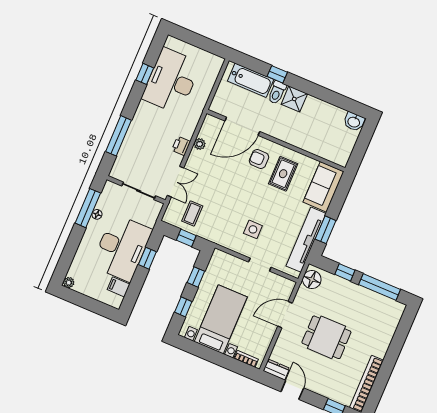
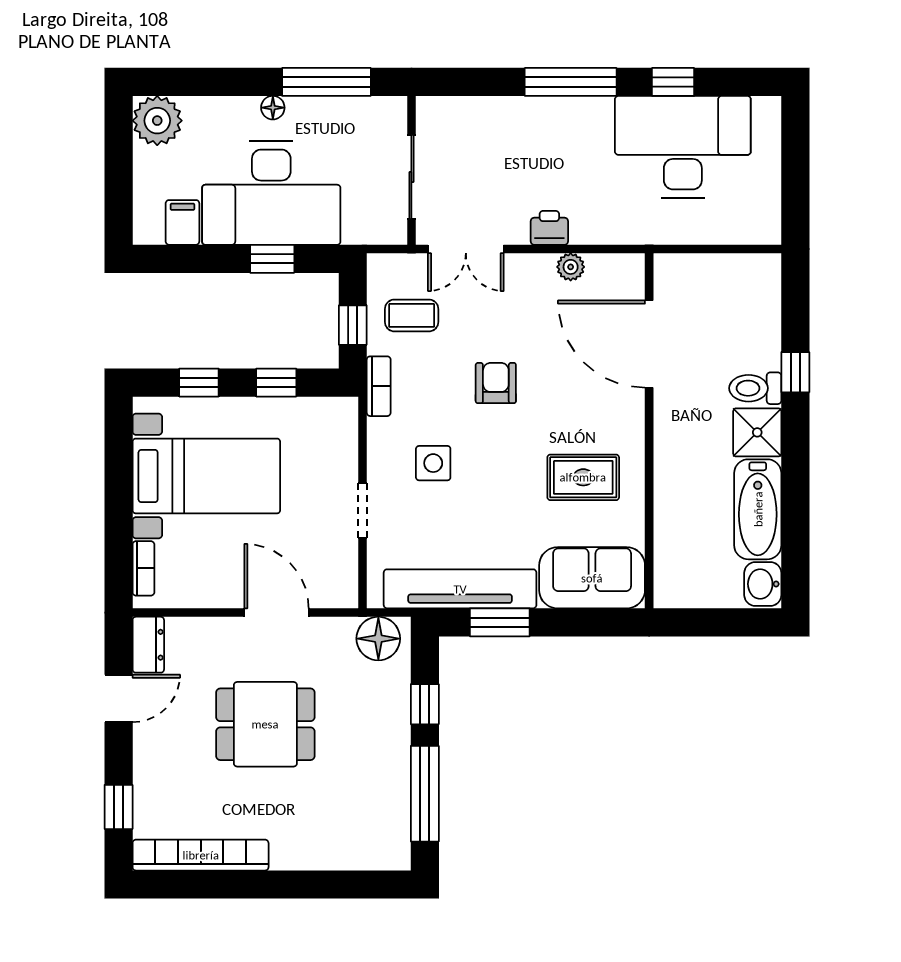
bathtub: (251, 80) -> (758, 509), moved
window: (119, 136) -> (571, 82), moved
armchair: (259, 159) -> (496, 383), moved
floor lamp: (97, 214) -> (273, 108), moved
bookcase: (214, 238) -> (379, 386), added
plant: (69, 283) -> (157, 121), width x1.88, depth x1.88
dining table: (326, 337) -> (265, 724), turned 90

